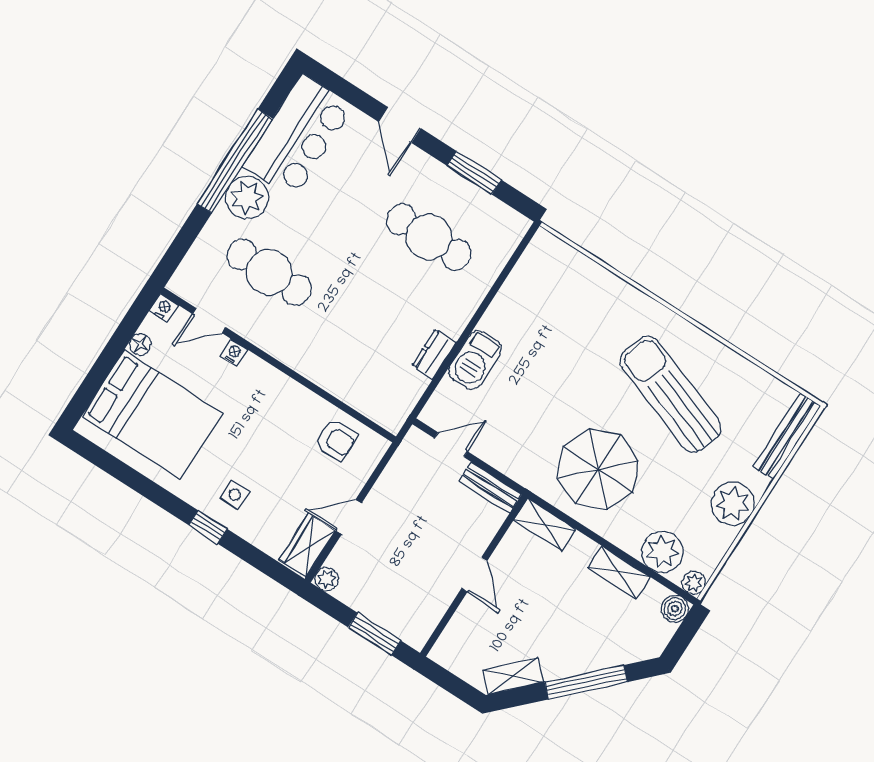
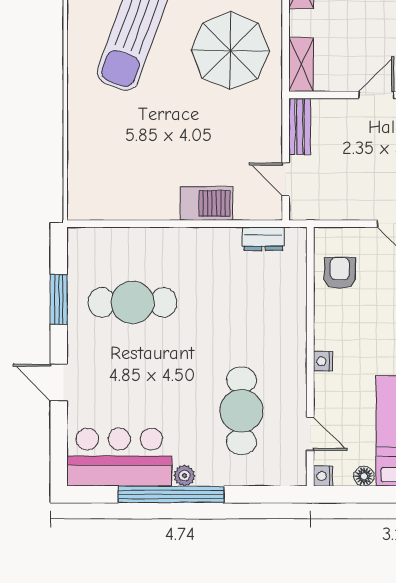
door: (399, 125) -> (59, 383), swing flipped
plant: (247, 198) -> (184, 476), width x0.53, depth x0.53
cafe table: (429, 237) -> (132, 302), turned 90
nightstand: (234, 353) -> (323, 361), moved
dresser: (434, 354) -> (263, 239), moved

